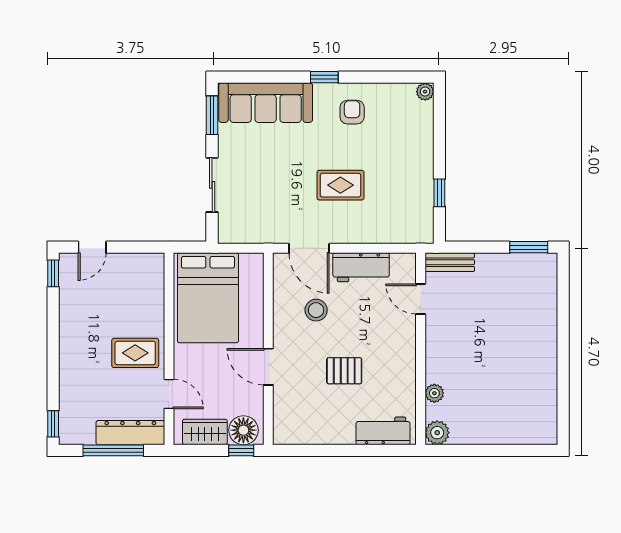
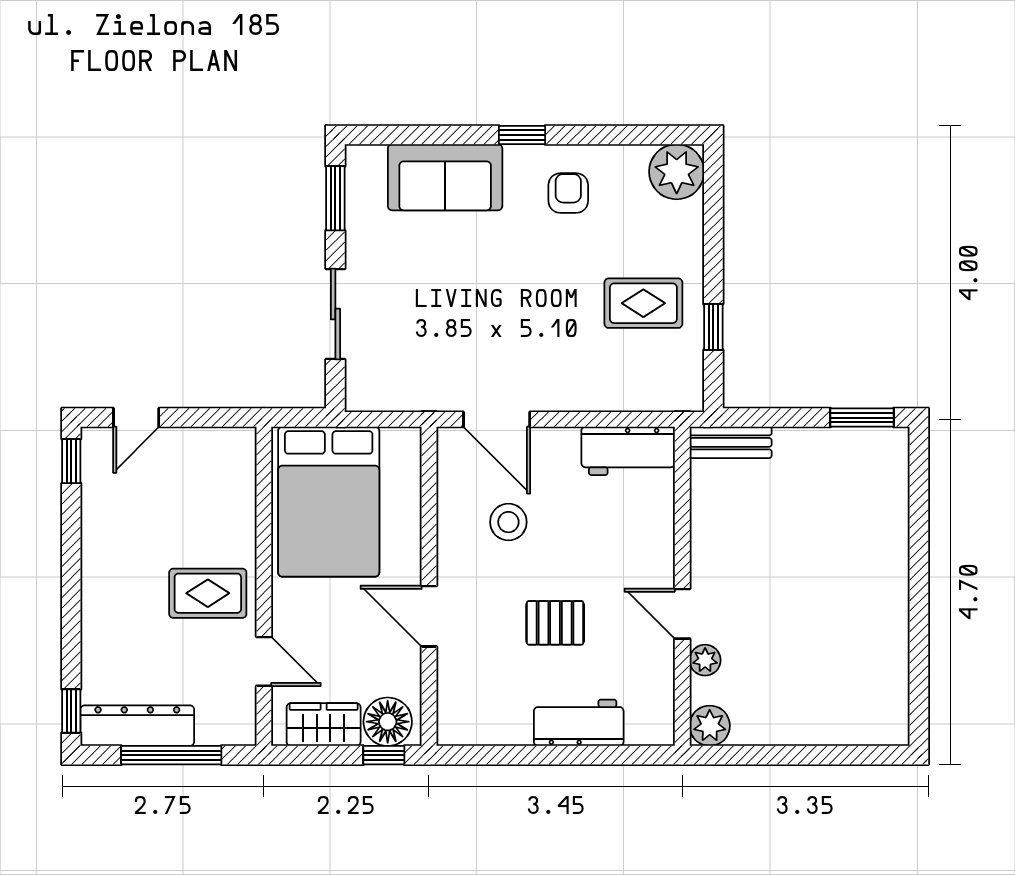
plant: (425, 92) -> (677, 172), width x1.87, depth x1.87
sofa: (266, 103) -> (445, 177), width x0.73
rug: (340, 185) -> (643, 303), moved
workbench: (361, 267) -> (628, 451), moved
door: (421, 299) -> (682, 614), moved
workbench: (383, 431) -> (579, 723), moved
dresser: (130, 433) -> (137, 726), moved

